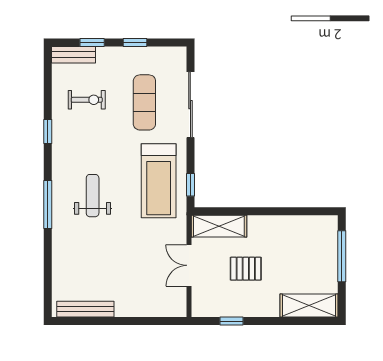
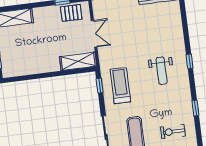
treadmill: (159, 181) -> (120, 86), width x0.73, depth x0.73
window: (48, 205) -> (189, 61), width x0.46
pallet: (246, 269) -> (71, 13), moved

